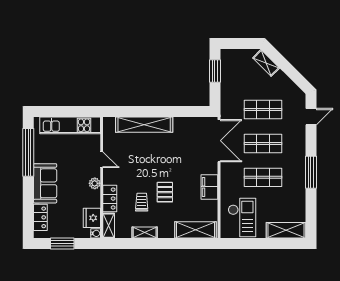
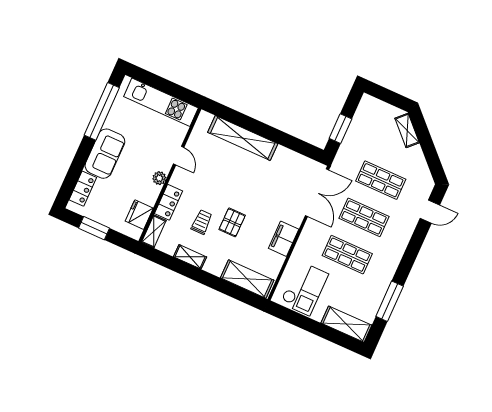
window: (215, 71) -> (340, 129), moved
window: (311, 172) -> (390, 301), moved
water cooler: (96, 233) -> (136, 234), removed

